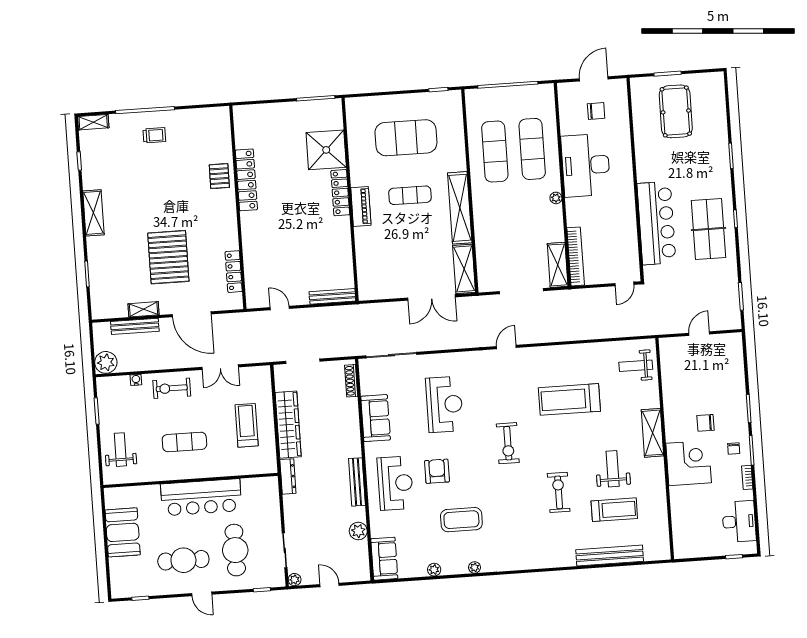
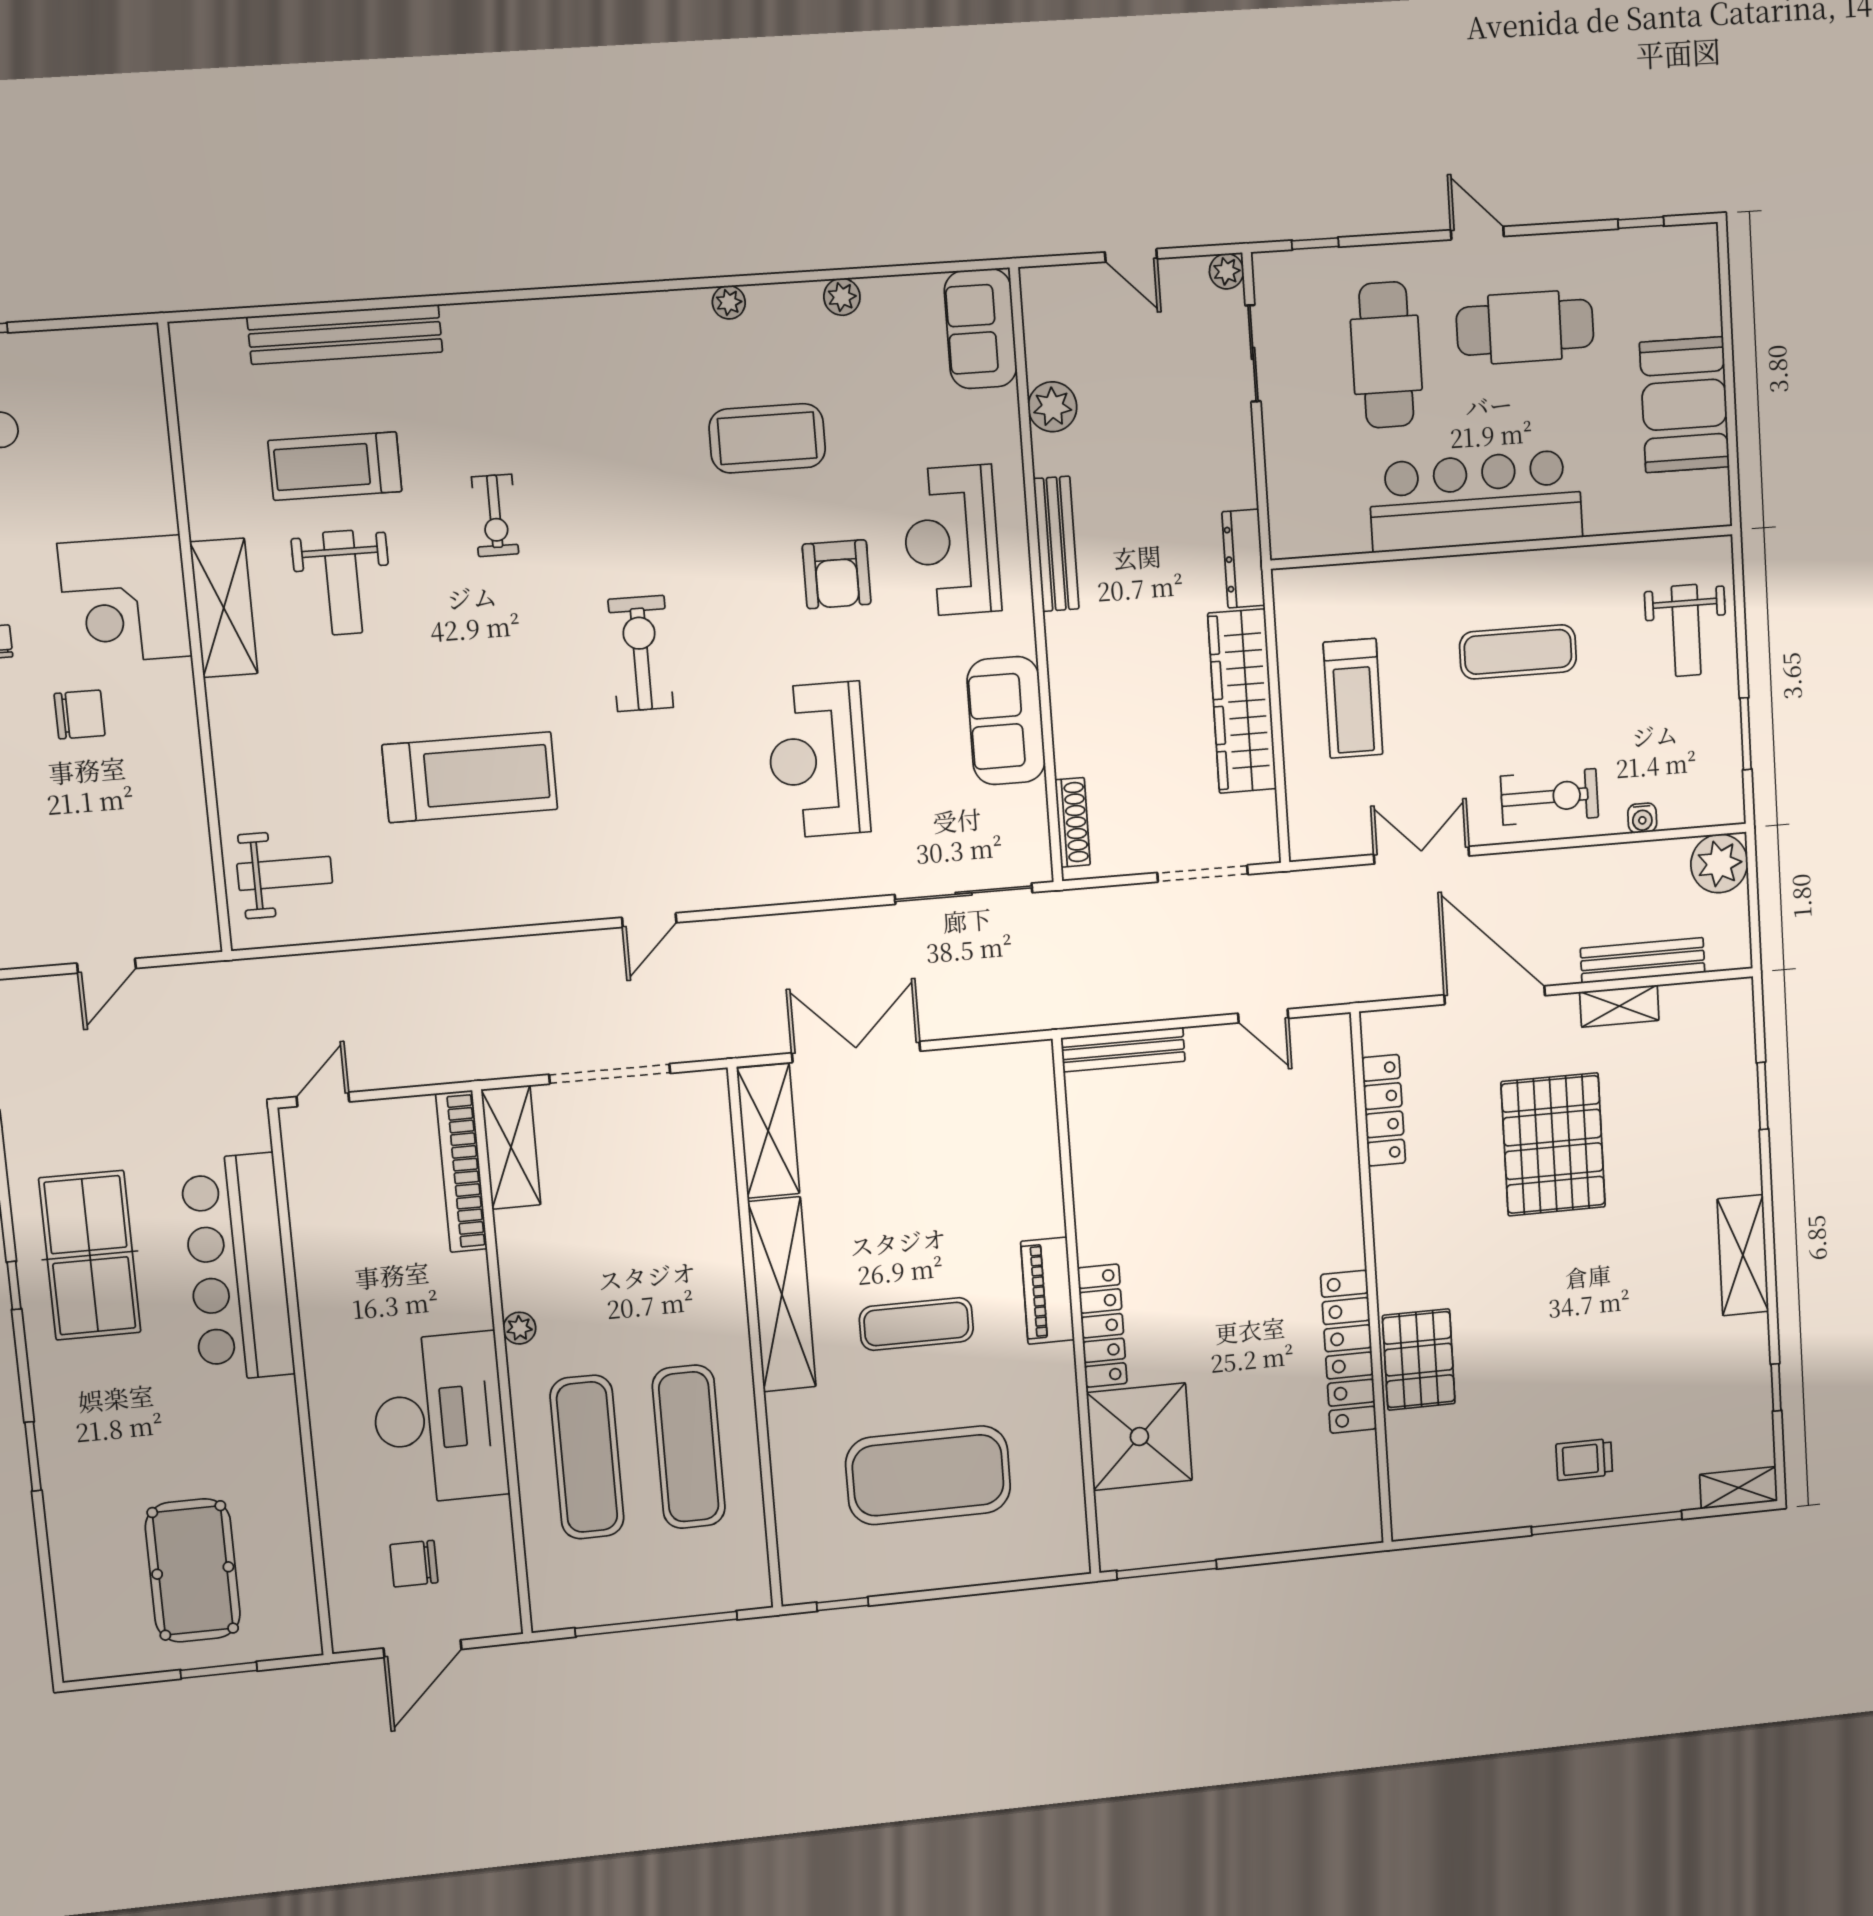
pallet: (219, 176) -> (1419, 1360), width x1.50, depth x1.42
shelving: (652, 433) -> (224, 608), moved
exercise bike: (559, 492) -> (495, 515), width x0.73, depth x0.72

